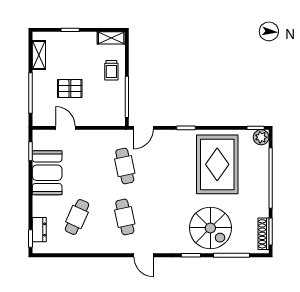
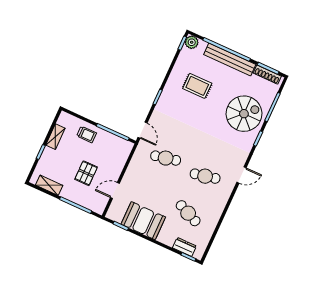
shelving: (111, 38) -> (55, 137), moved
rug: (217, 164) -> (197, 86), width x0.54, depth x0.49
bench: (261, 186) -> (230, 60), added

